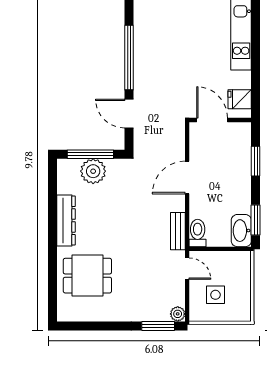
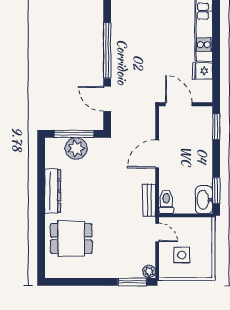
fridge: (240, 99) -> (203, 71), moved
window: (256, 161) -> (216, 127), moved

